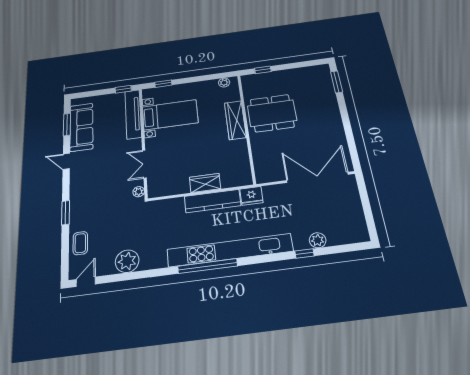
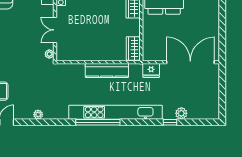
wardrobe: (205, 183) -> (133, 48), moved, turned -90
fridge: (251, 196) -> (151, 70), moved
plant: (127, 261) -> (38, 115), width x0.53, depth x0.53

